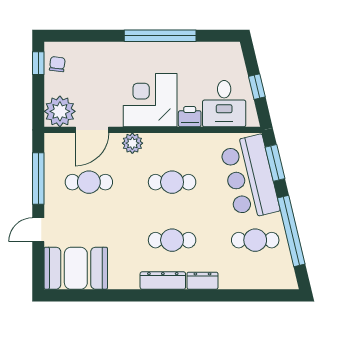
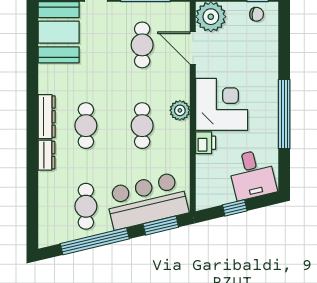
desk: (224, 104) -> (252, 175), moved, turned -103
plant: (132, 143) -> (180, 110), moved

